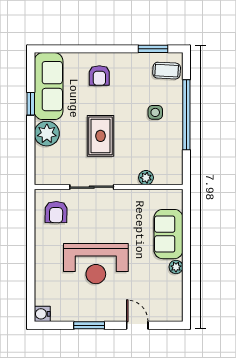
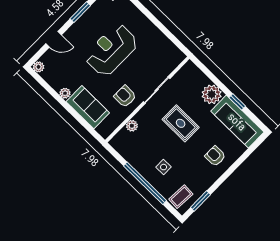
armchair: (56, 212) -> (125, 96), moved
plant: (176, 314) -> (38, 67), added

